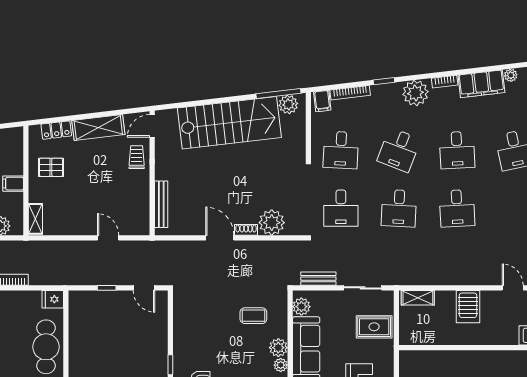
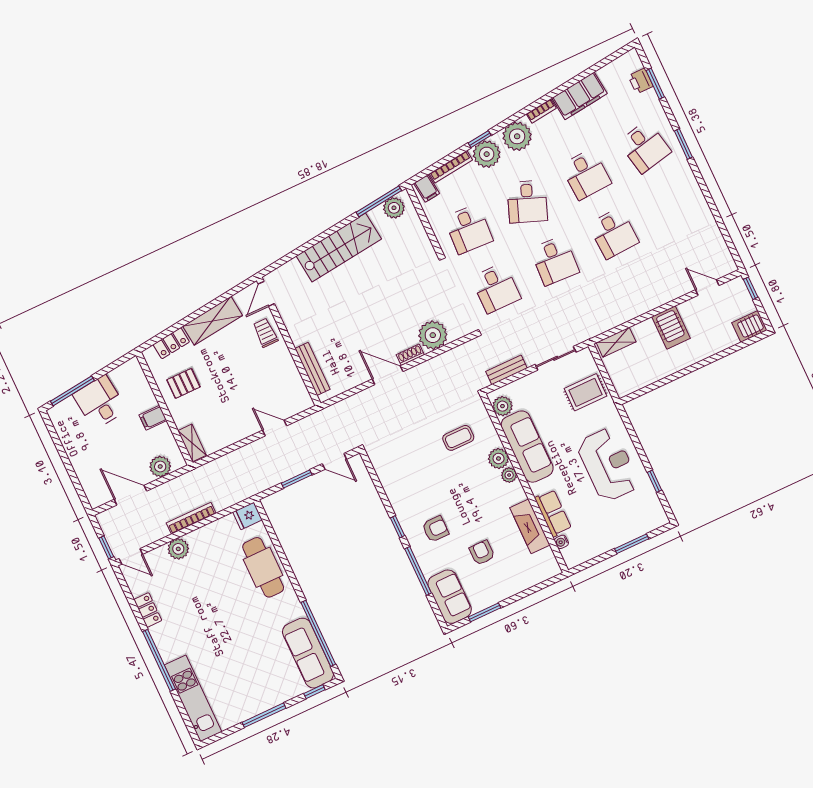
plant: (511, 75) -> (487, 154), moved, width x1.87, depth x1.87
stairs: (229, 123) -> (339, 248), width x0.73, depth x0.66
window: (107, 288) -> (297, 479), width x1.50

